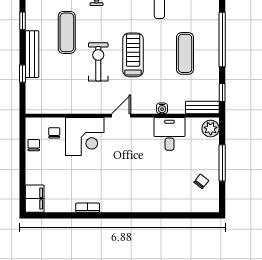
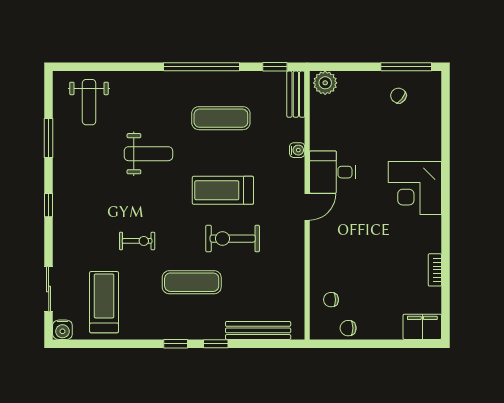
bench: (32, 54) -> (258, 330), moved
window: (22, 74) -> (216, 344), moved
door: (121, 116) -> (307, 207), swing flipped
desk: (170, 134) -> (333, 172), moved
corner desk: (85, 137) -> (415, 188), moved, turned 180
window: (222, 163) -> (406, 67), moved
bookcase: (88, 208) -> (435, 270), moved

